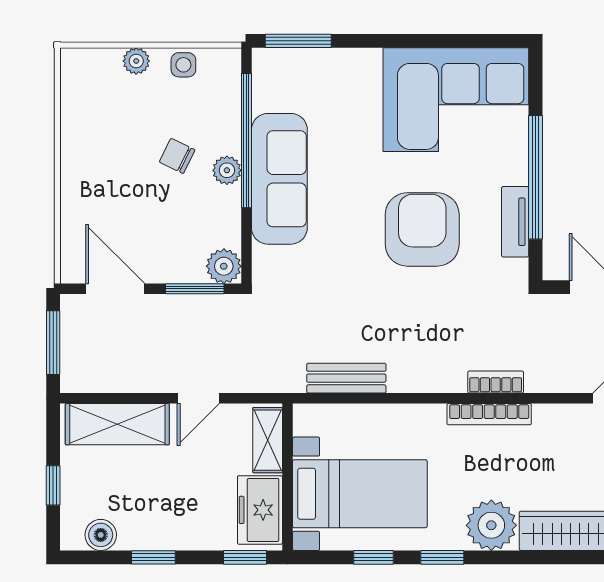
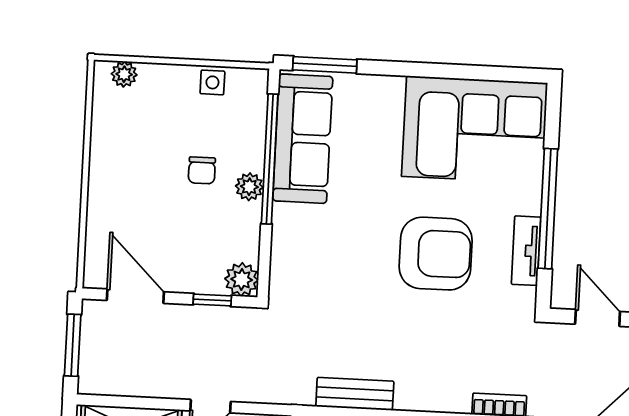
plant: (136, 61) -> (124, 74), moved
chair: (177, 156) -> (202, 170), turned -116
sofa: (279, 179) -> (303, 139), moved
armchair: (422, 229) -> (436, 254), turned 90
window: (195, 289) -> (212, 300), width x0.67

